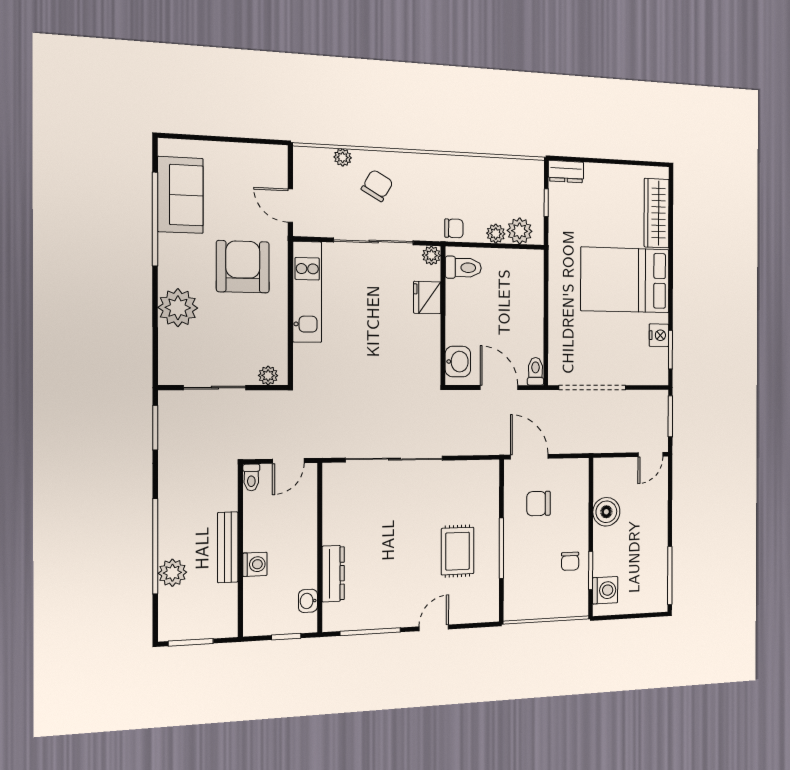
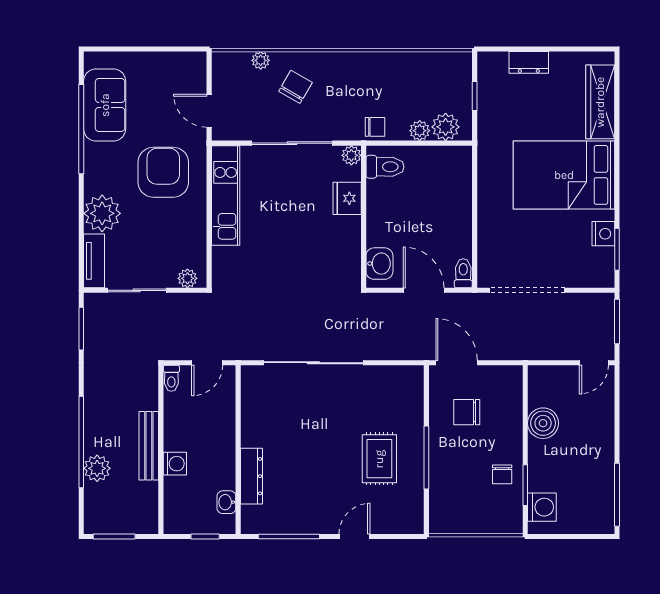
dresser: (566, 172) -> (529, 62), moved
tv unit: (169, 357) -> (94, 261), added

